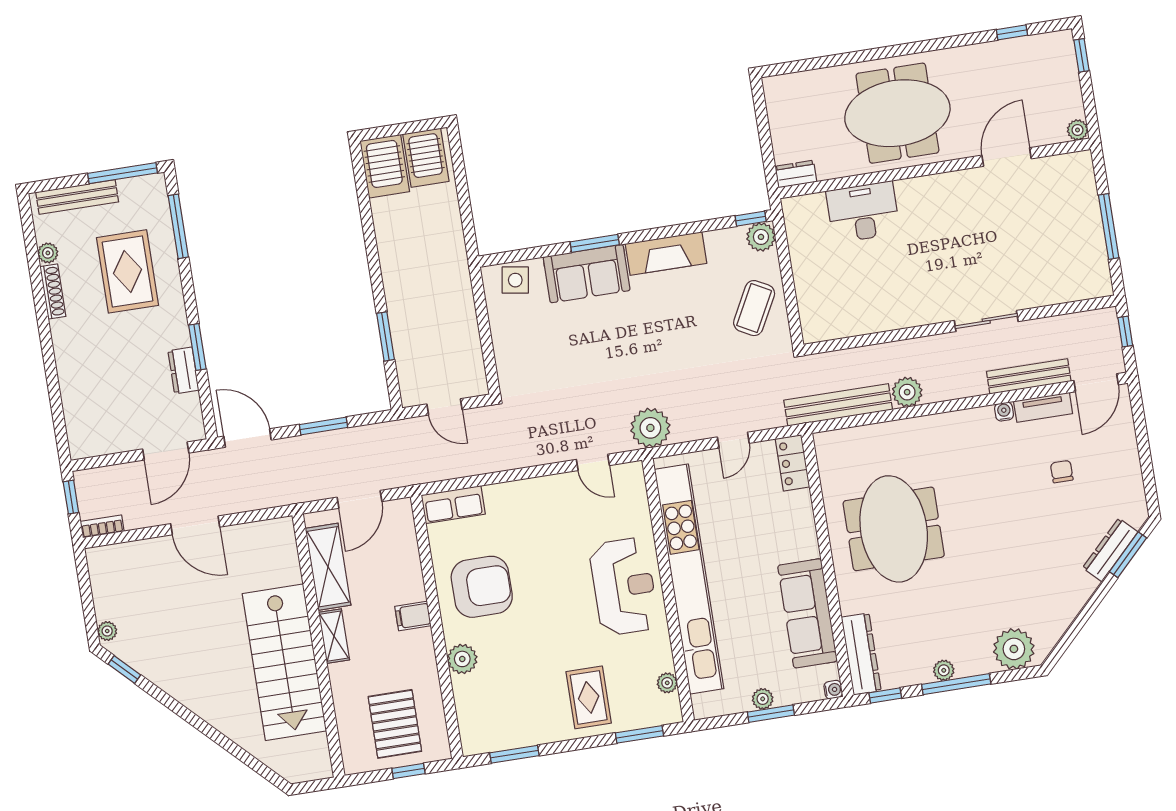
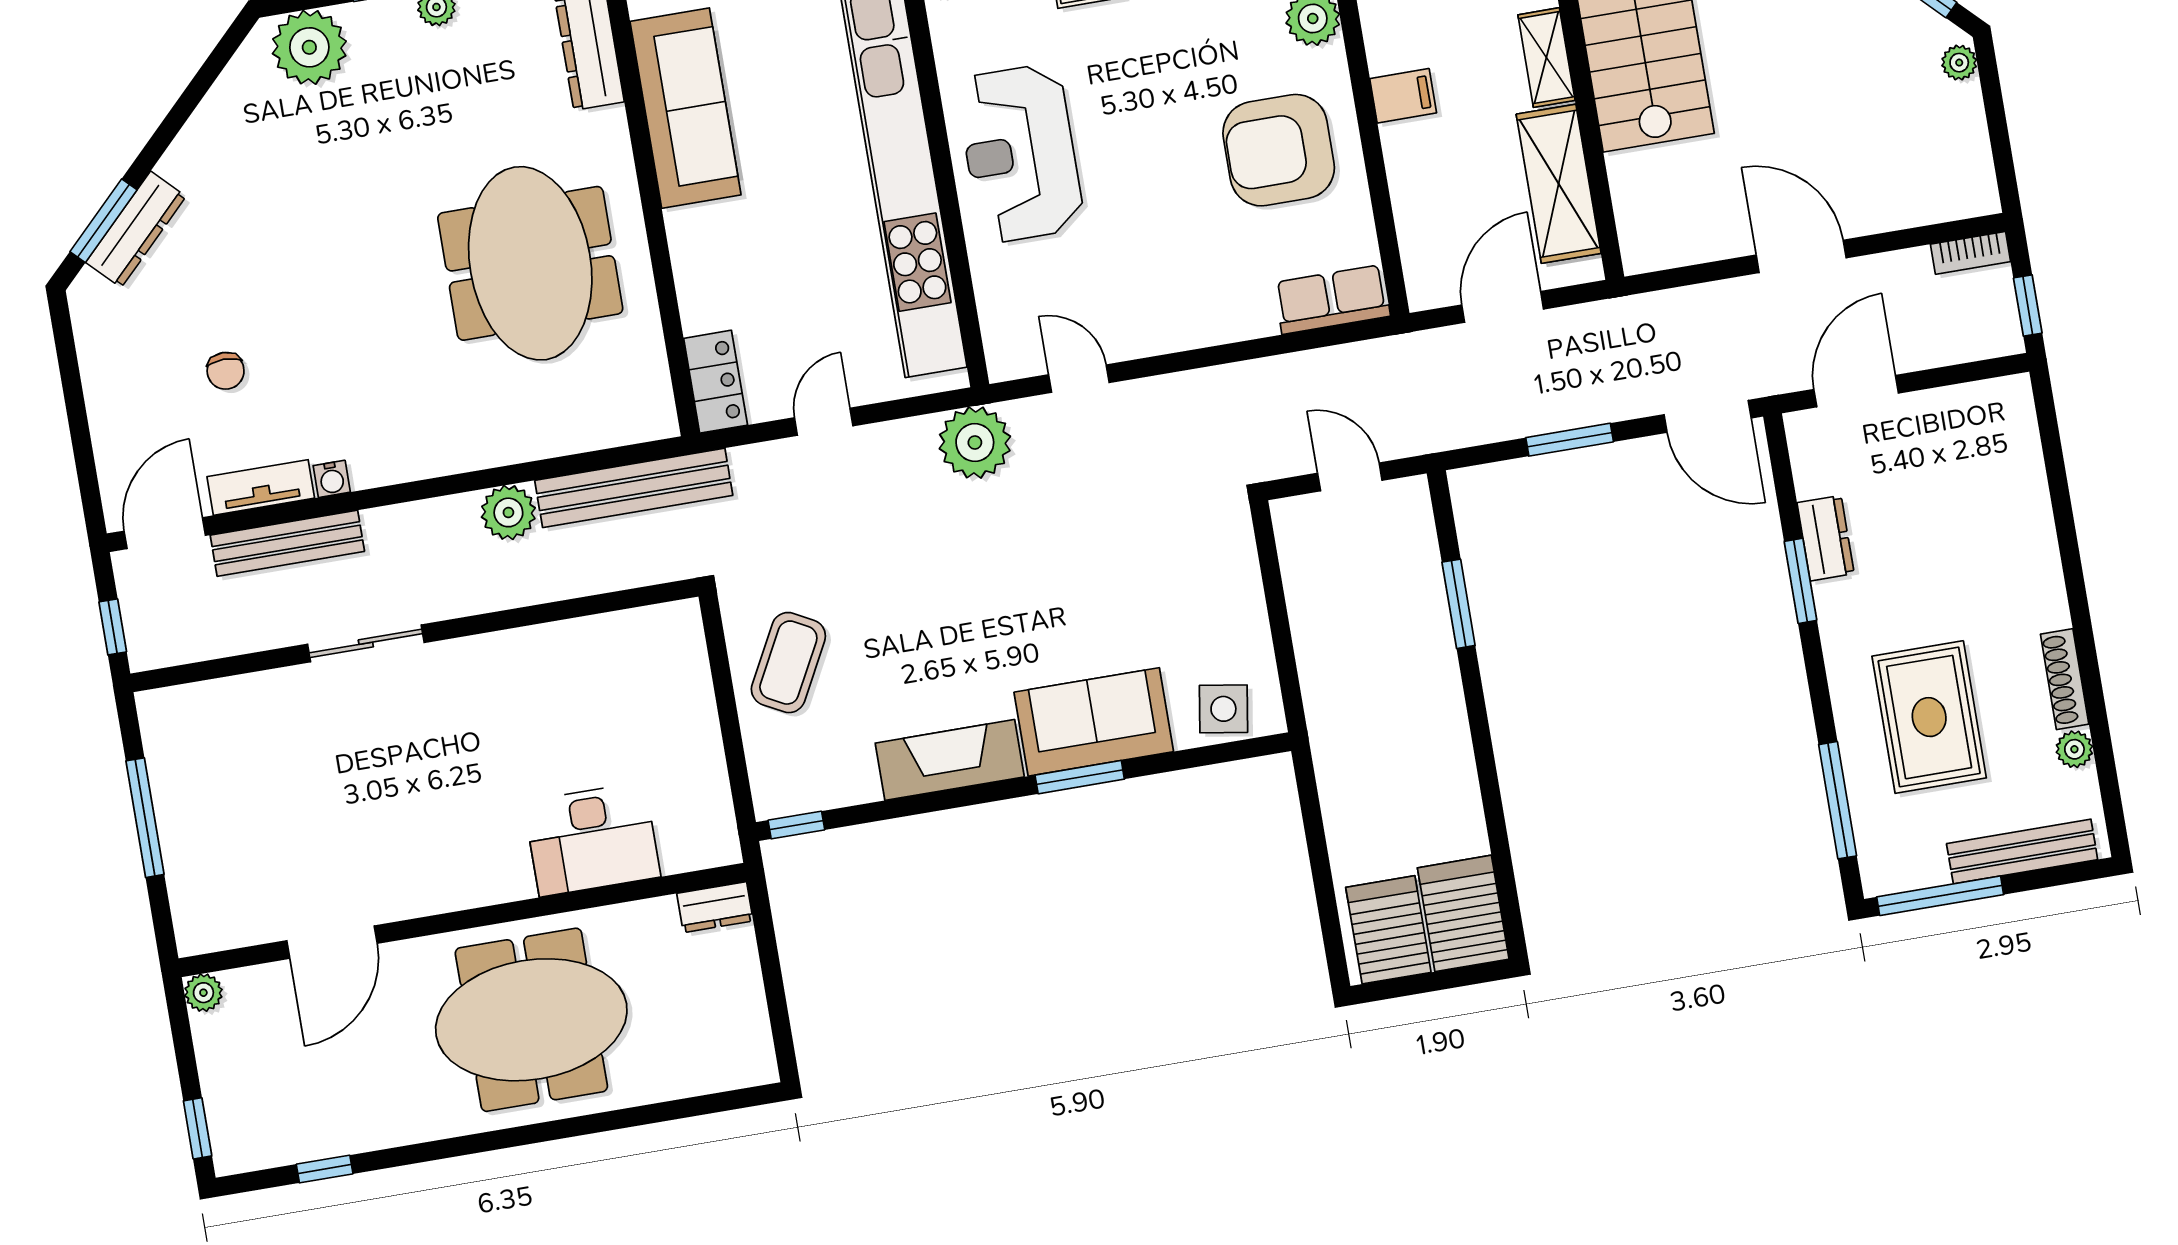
plant: (761, 237) -> (777, 792), removed

